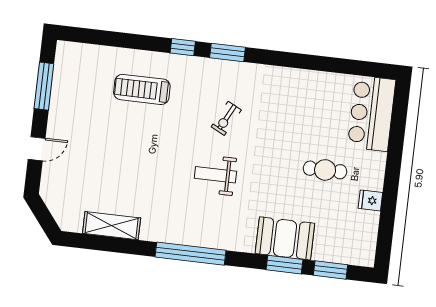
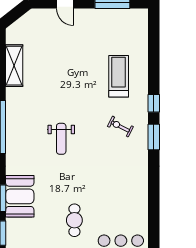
exercise bike: (226, 118) -> (120, 126), moved
weight bench: (215, 175) -> (61, 139), turned 180

